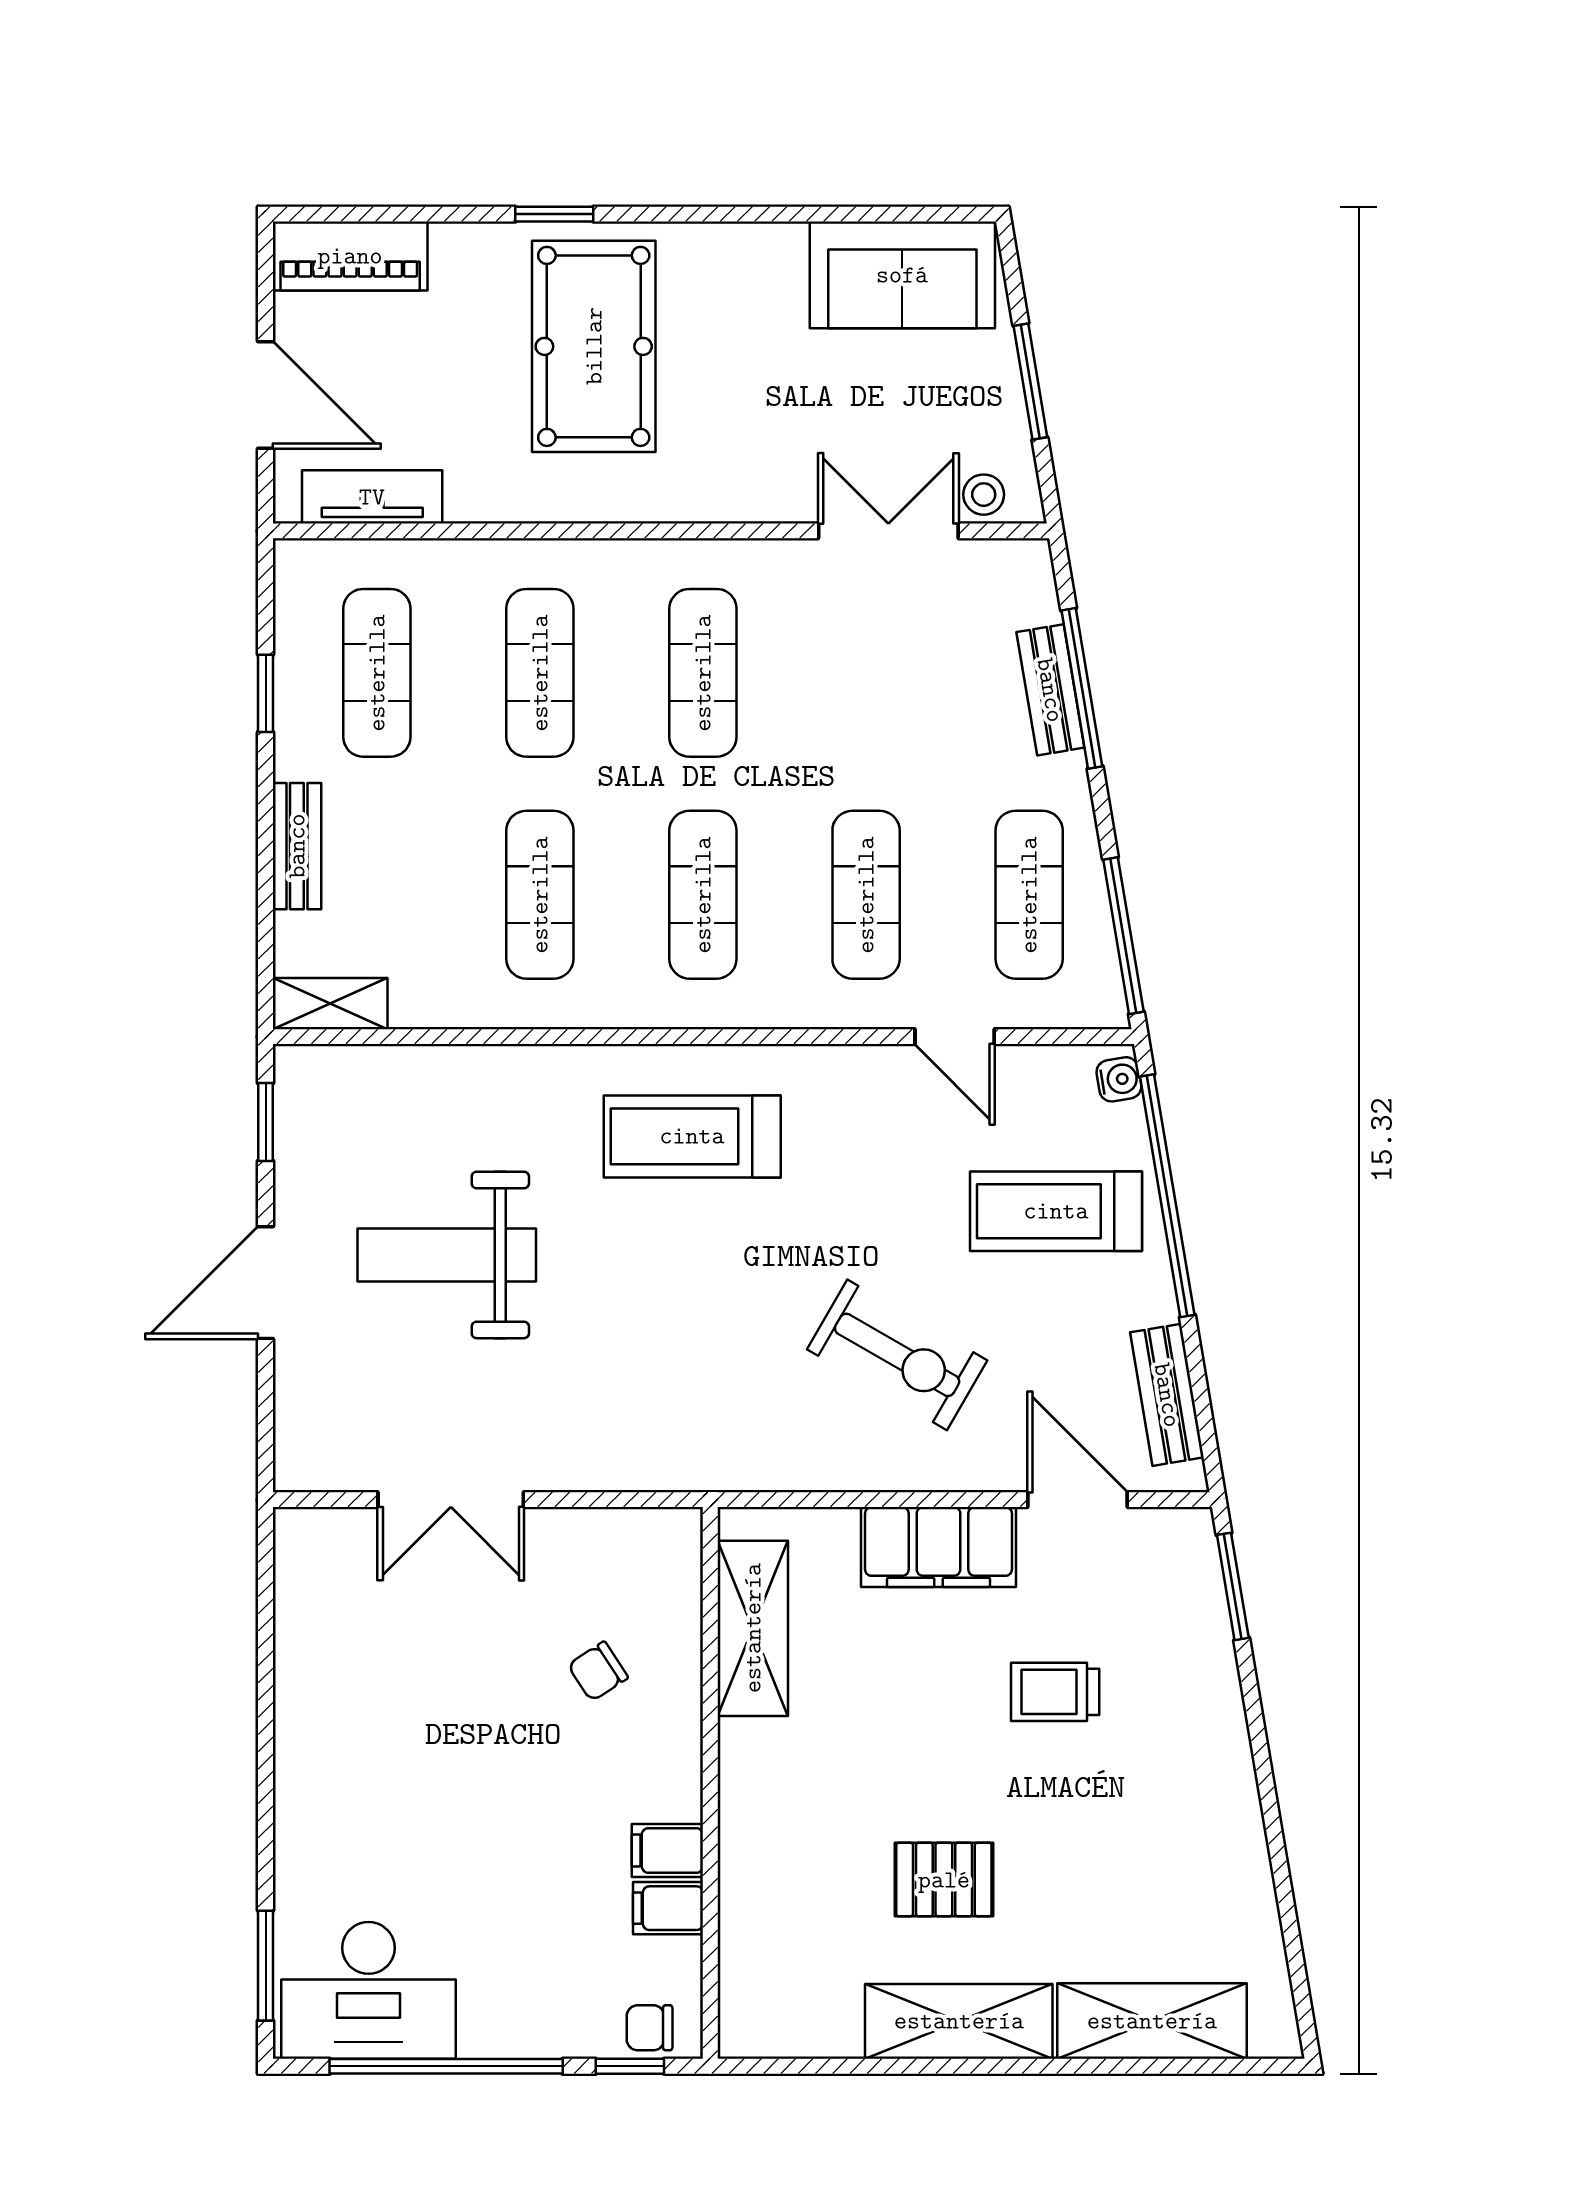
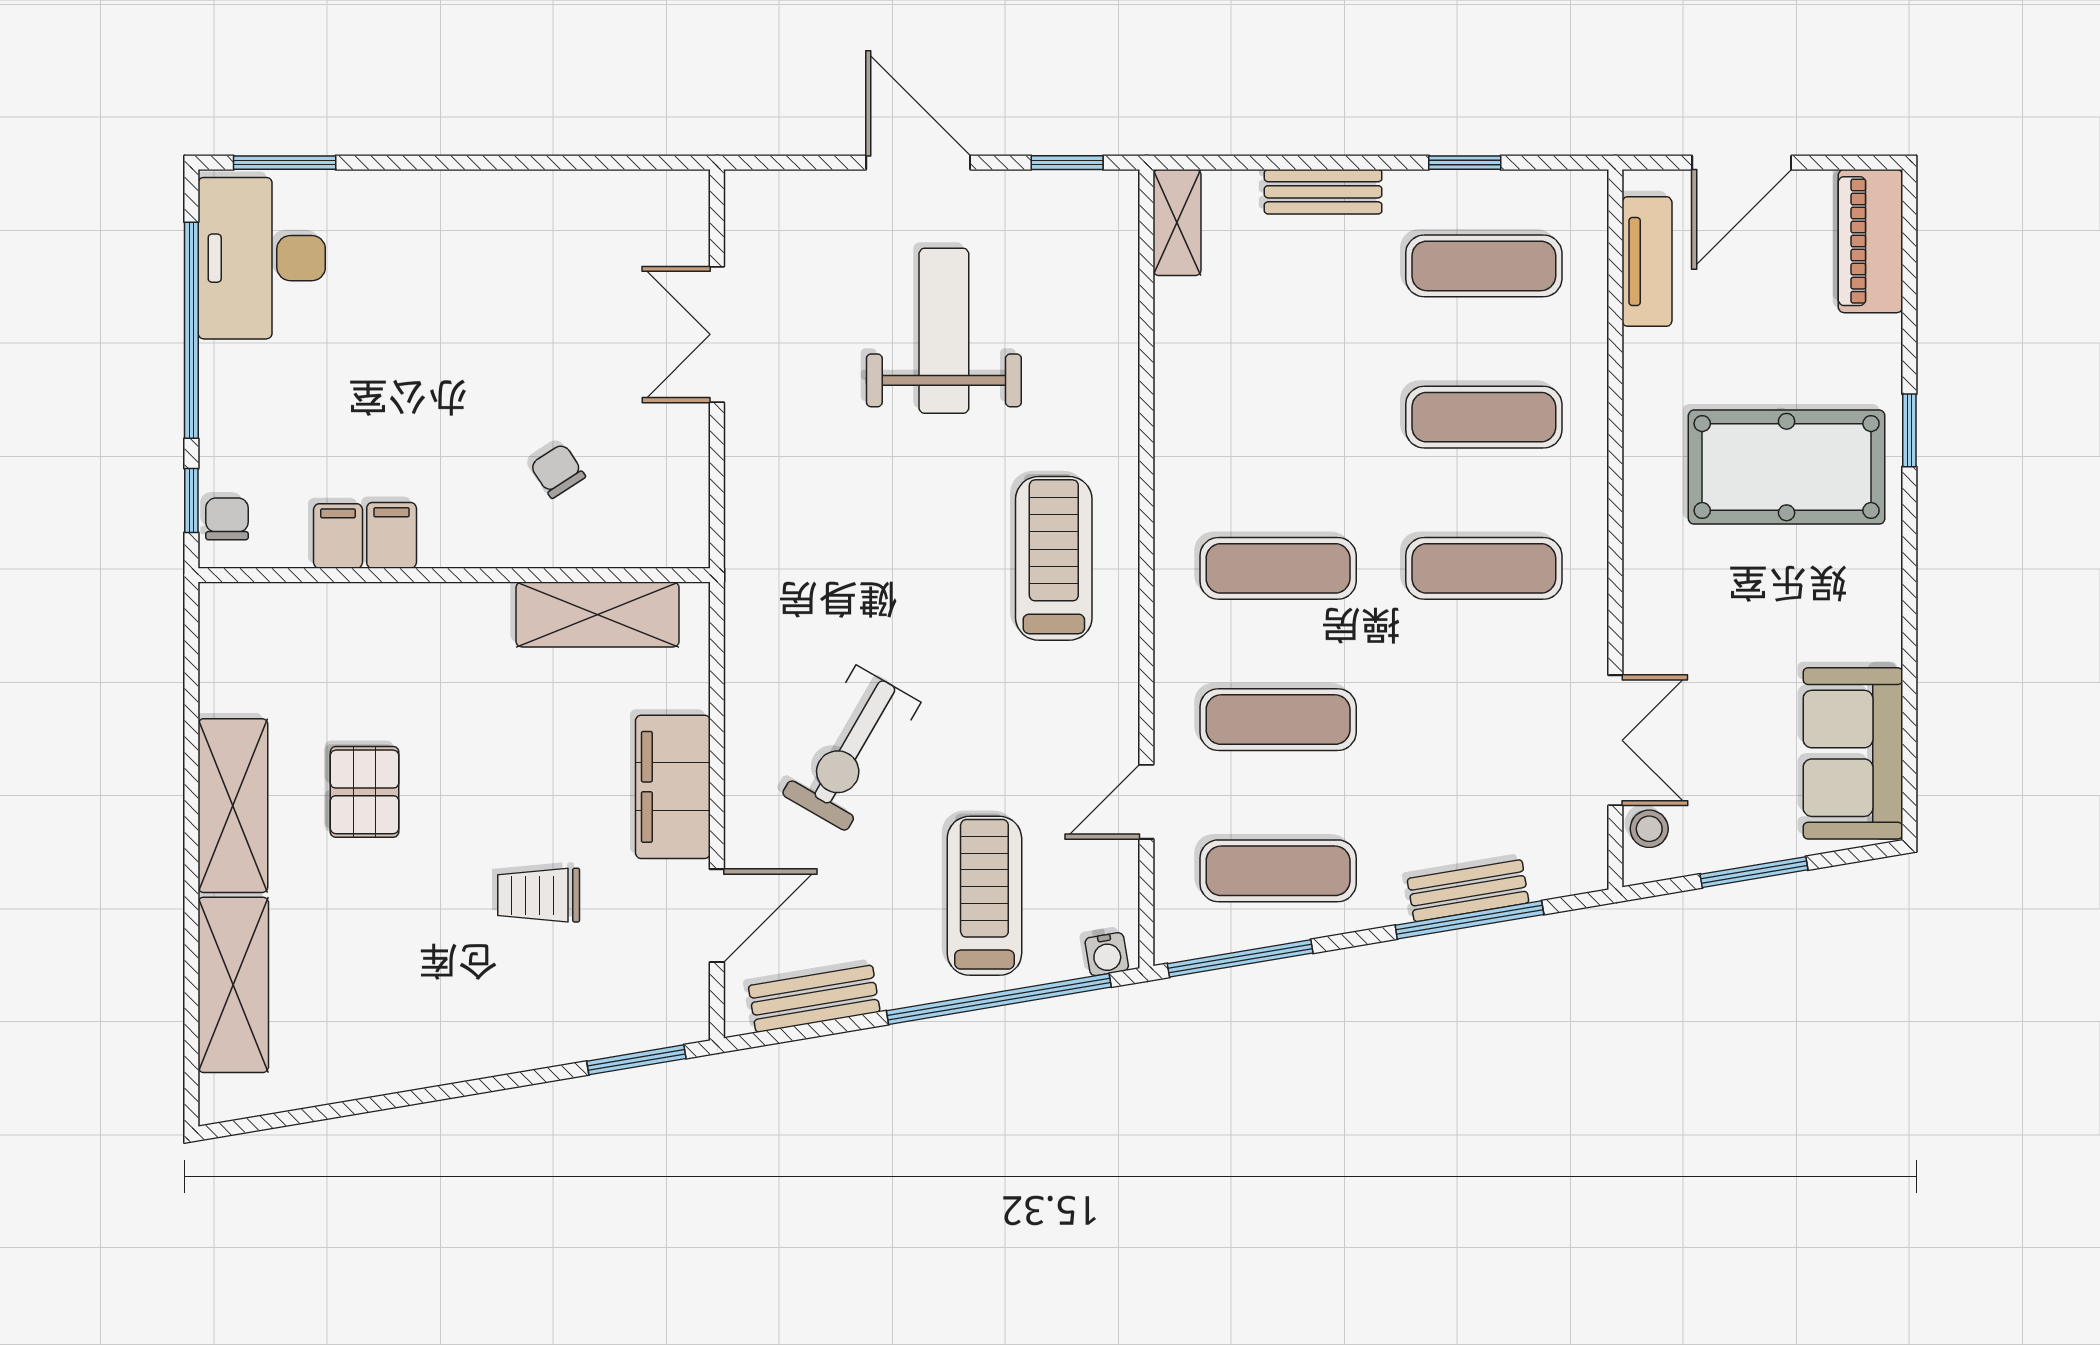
exercise mat: (540, 895) -> (1278, 417), removed
trolley: (1055, 1692) -> (539, 895), turned -90

